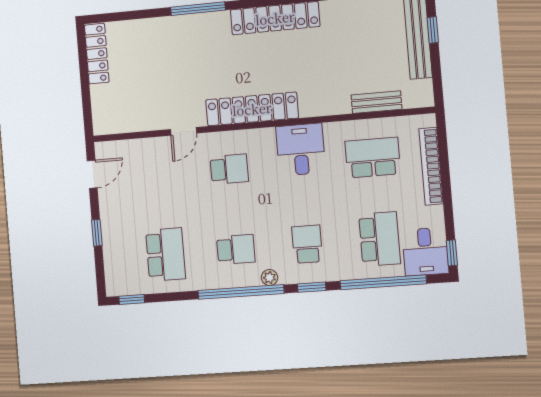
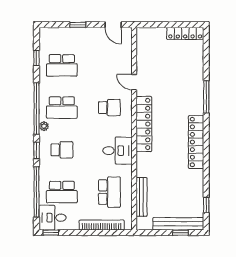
bench: (377, 102) -> (141, 197), width x1.36
school desk: (229, 169) -> (109, 108), turned -90
school desk: (236, 249) -> (62, 108), width x1.85
window: (132, 299) -> (37, 58), moved

